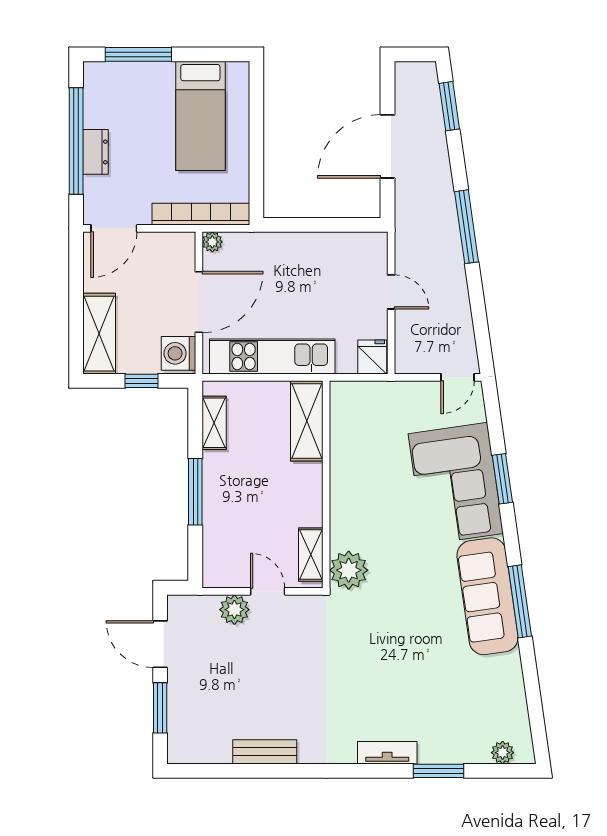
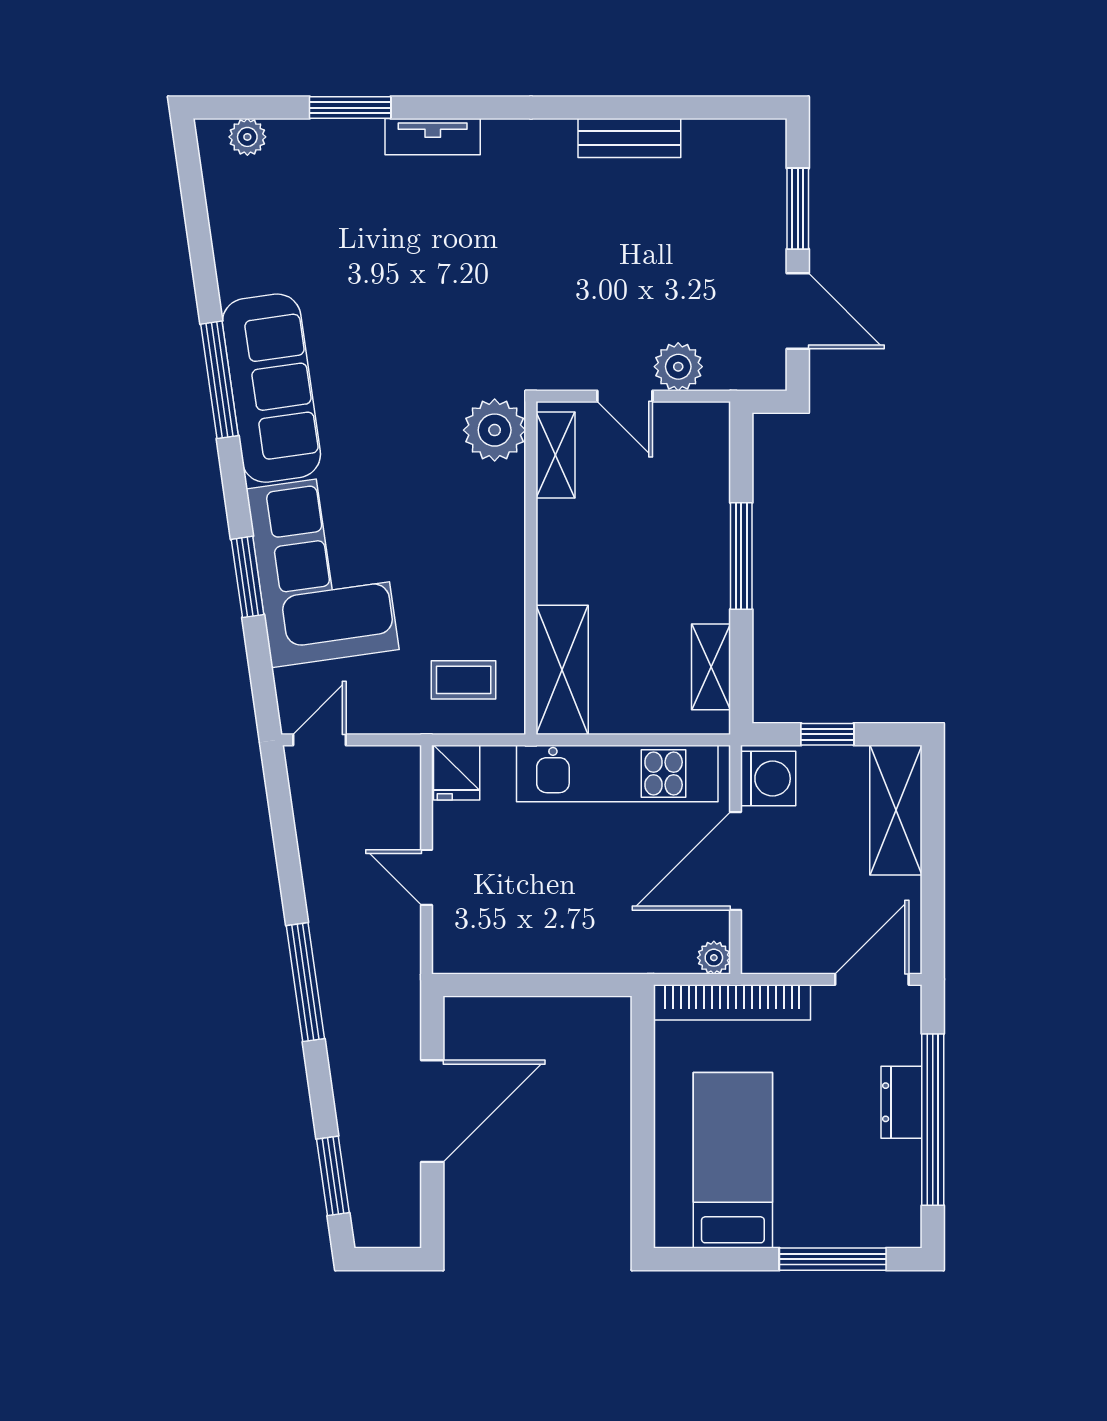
coffee table: (368, 415) -> (464, 680), added

